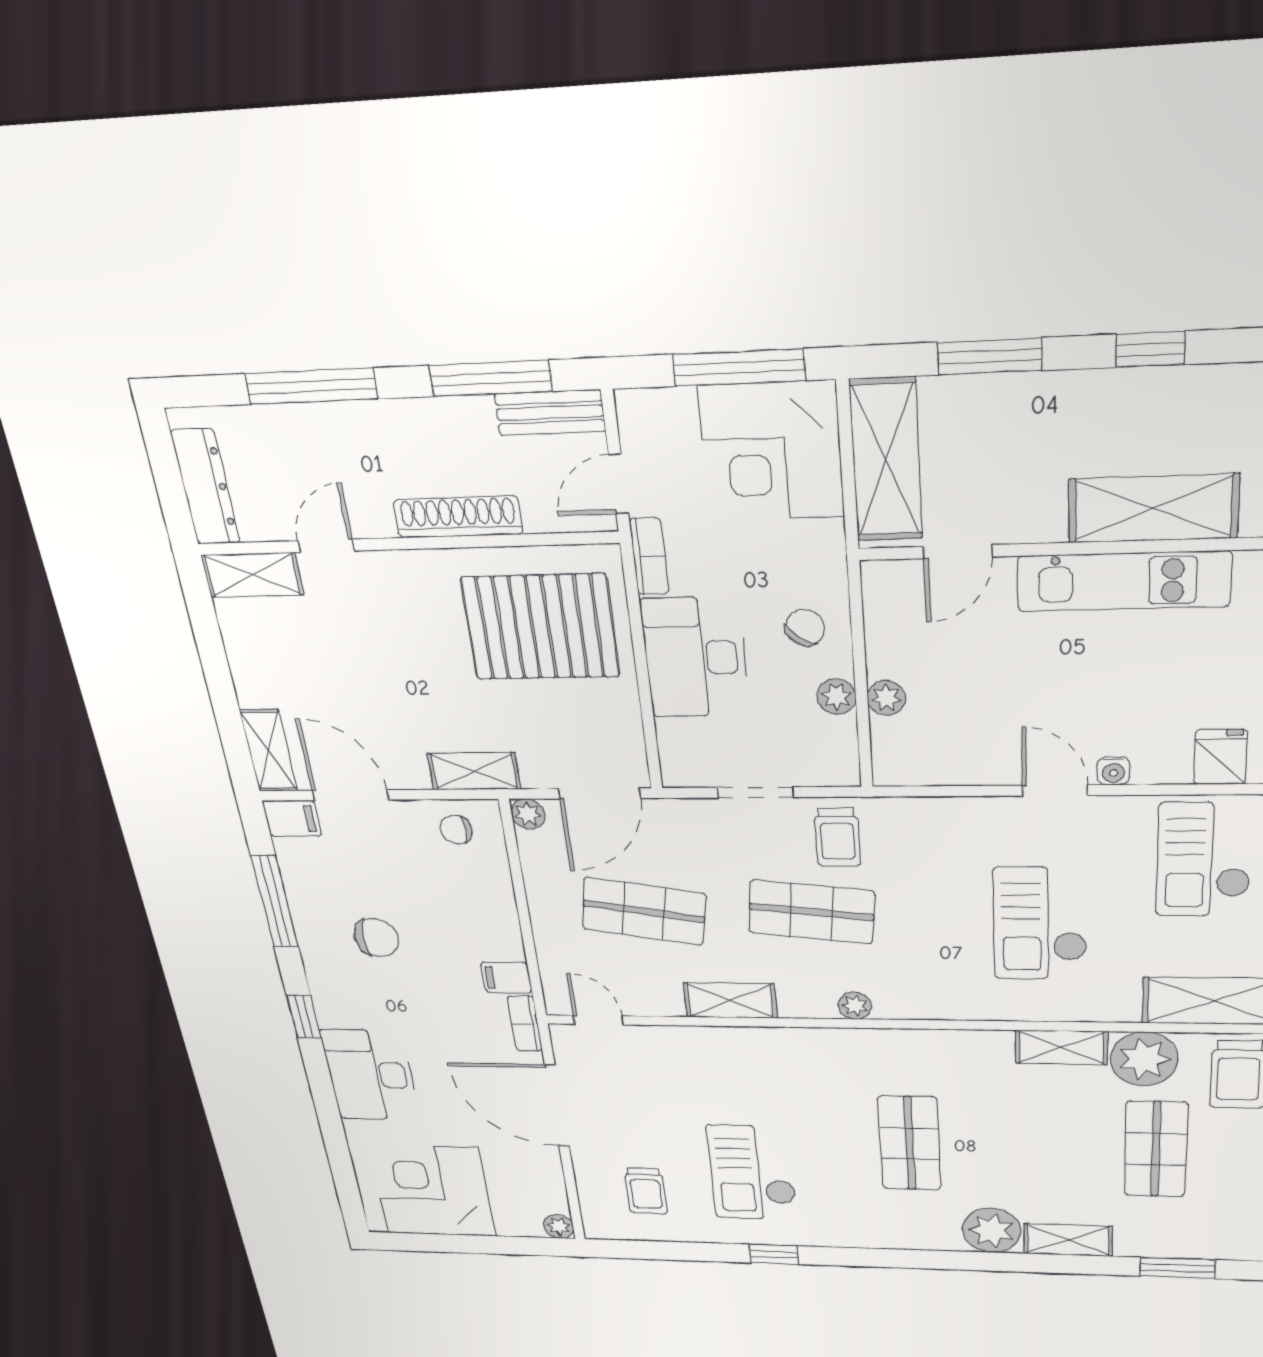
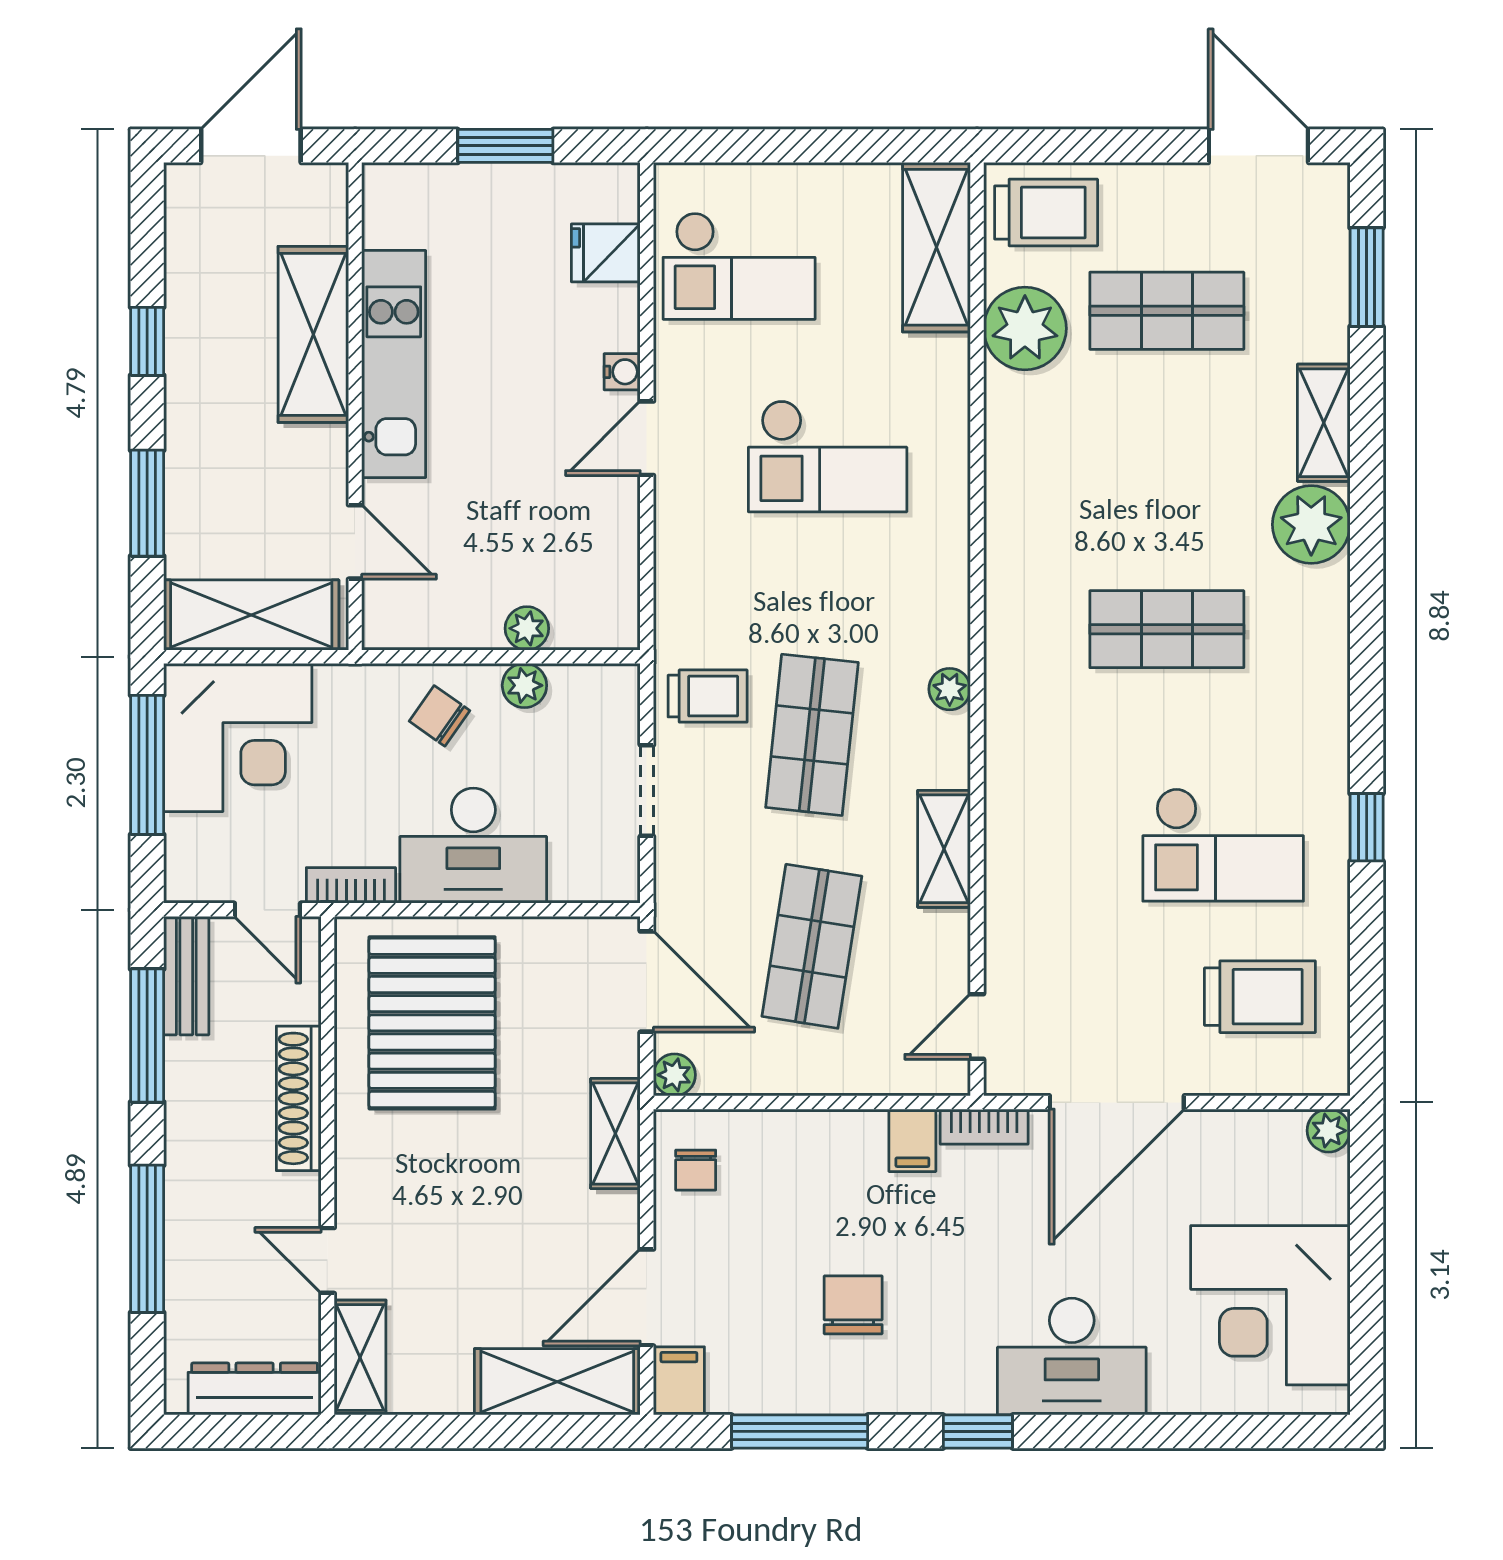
shelving: (269, 751) -> (557, 1382), width x1.50, depth x1.33
shelving: (1061, 1047) -> (1009, 431), removed
trolley: (646, 1191) -> (1260, 997), width x1.36, depth x1.39

